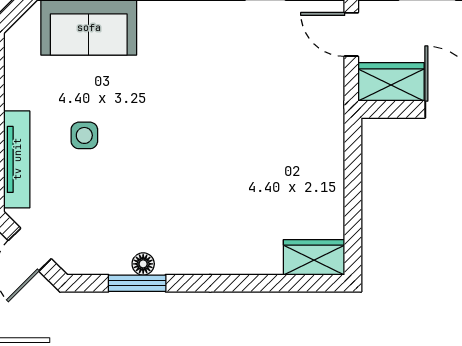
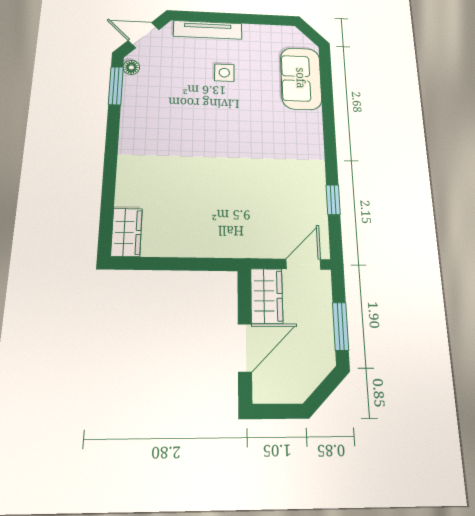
floor lamp: (143, 264) -> (131, 67), moved
window: (137, 283) -> (116, 86), moved

